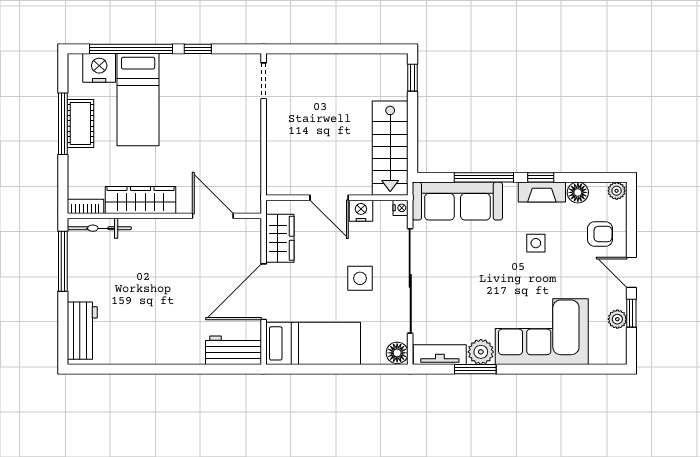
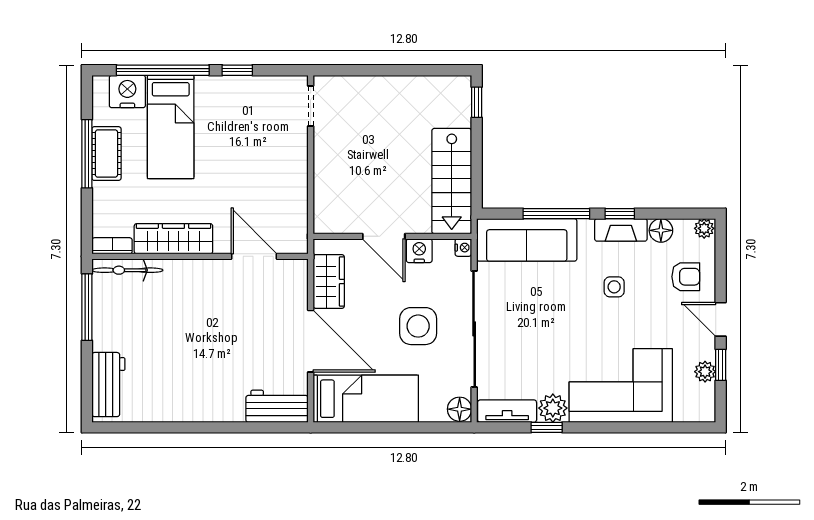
side table: (360, 278) -> (418, 326), width x1.37, depth x1.37
door: (264, 292) -> (311, 341), swing flipped
window: (475, 369) -> (547, 427), width x0.67

